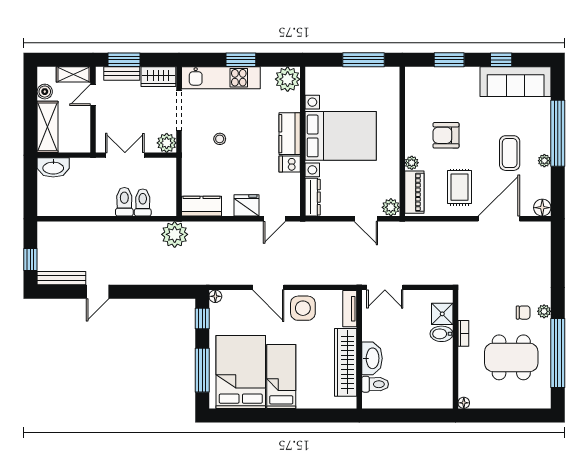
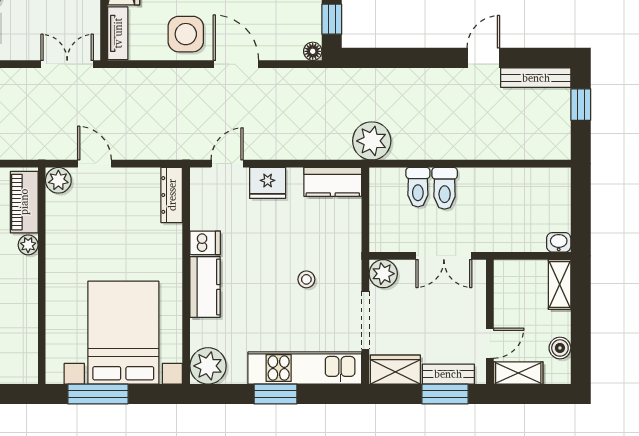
shelving: (48, 127) -> (560, 284), width x0.67, depth x0.75
bed with nightstands: (341, 136) -> (123, 333), moved, turned 90
washbasin: (53, 167) -> (559, 242), width x0.52, depth x0.69

